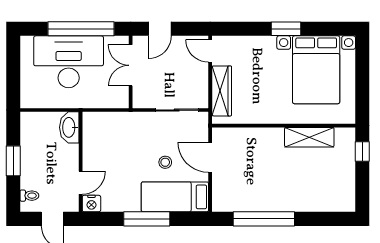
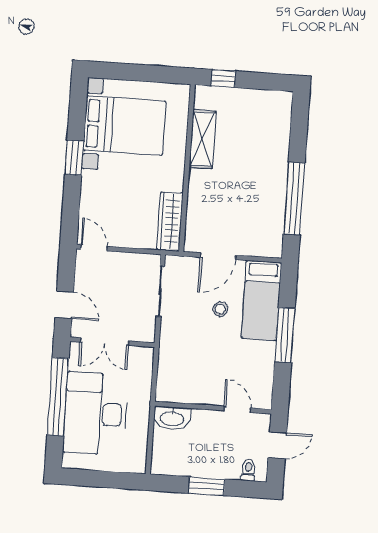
door: (210, 51) -> (94, 248), swing flipped
wardrobe: (222, 91) -> (170, 221), moved, turned -90
nightstand: (91, 204) -> (263, 398), removed

